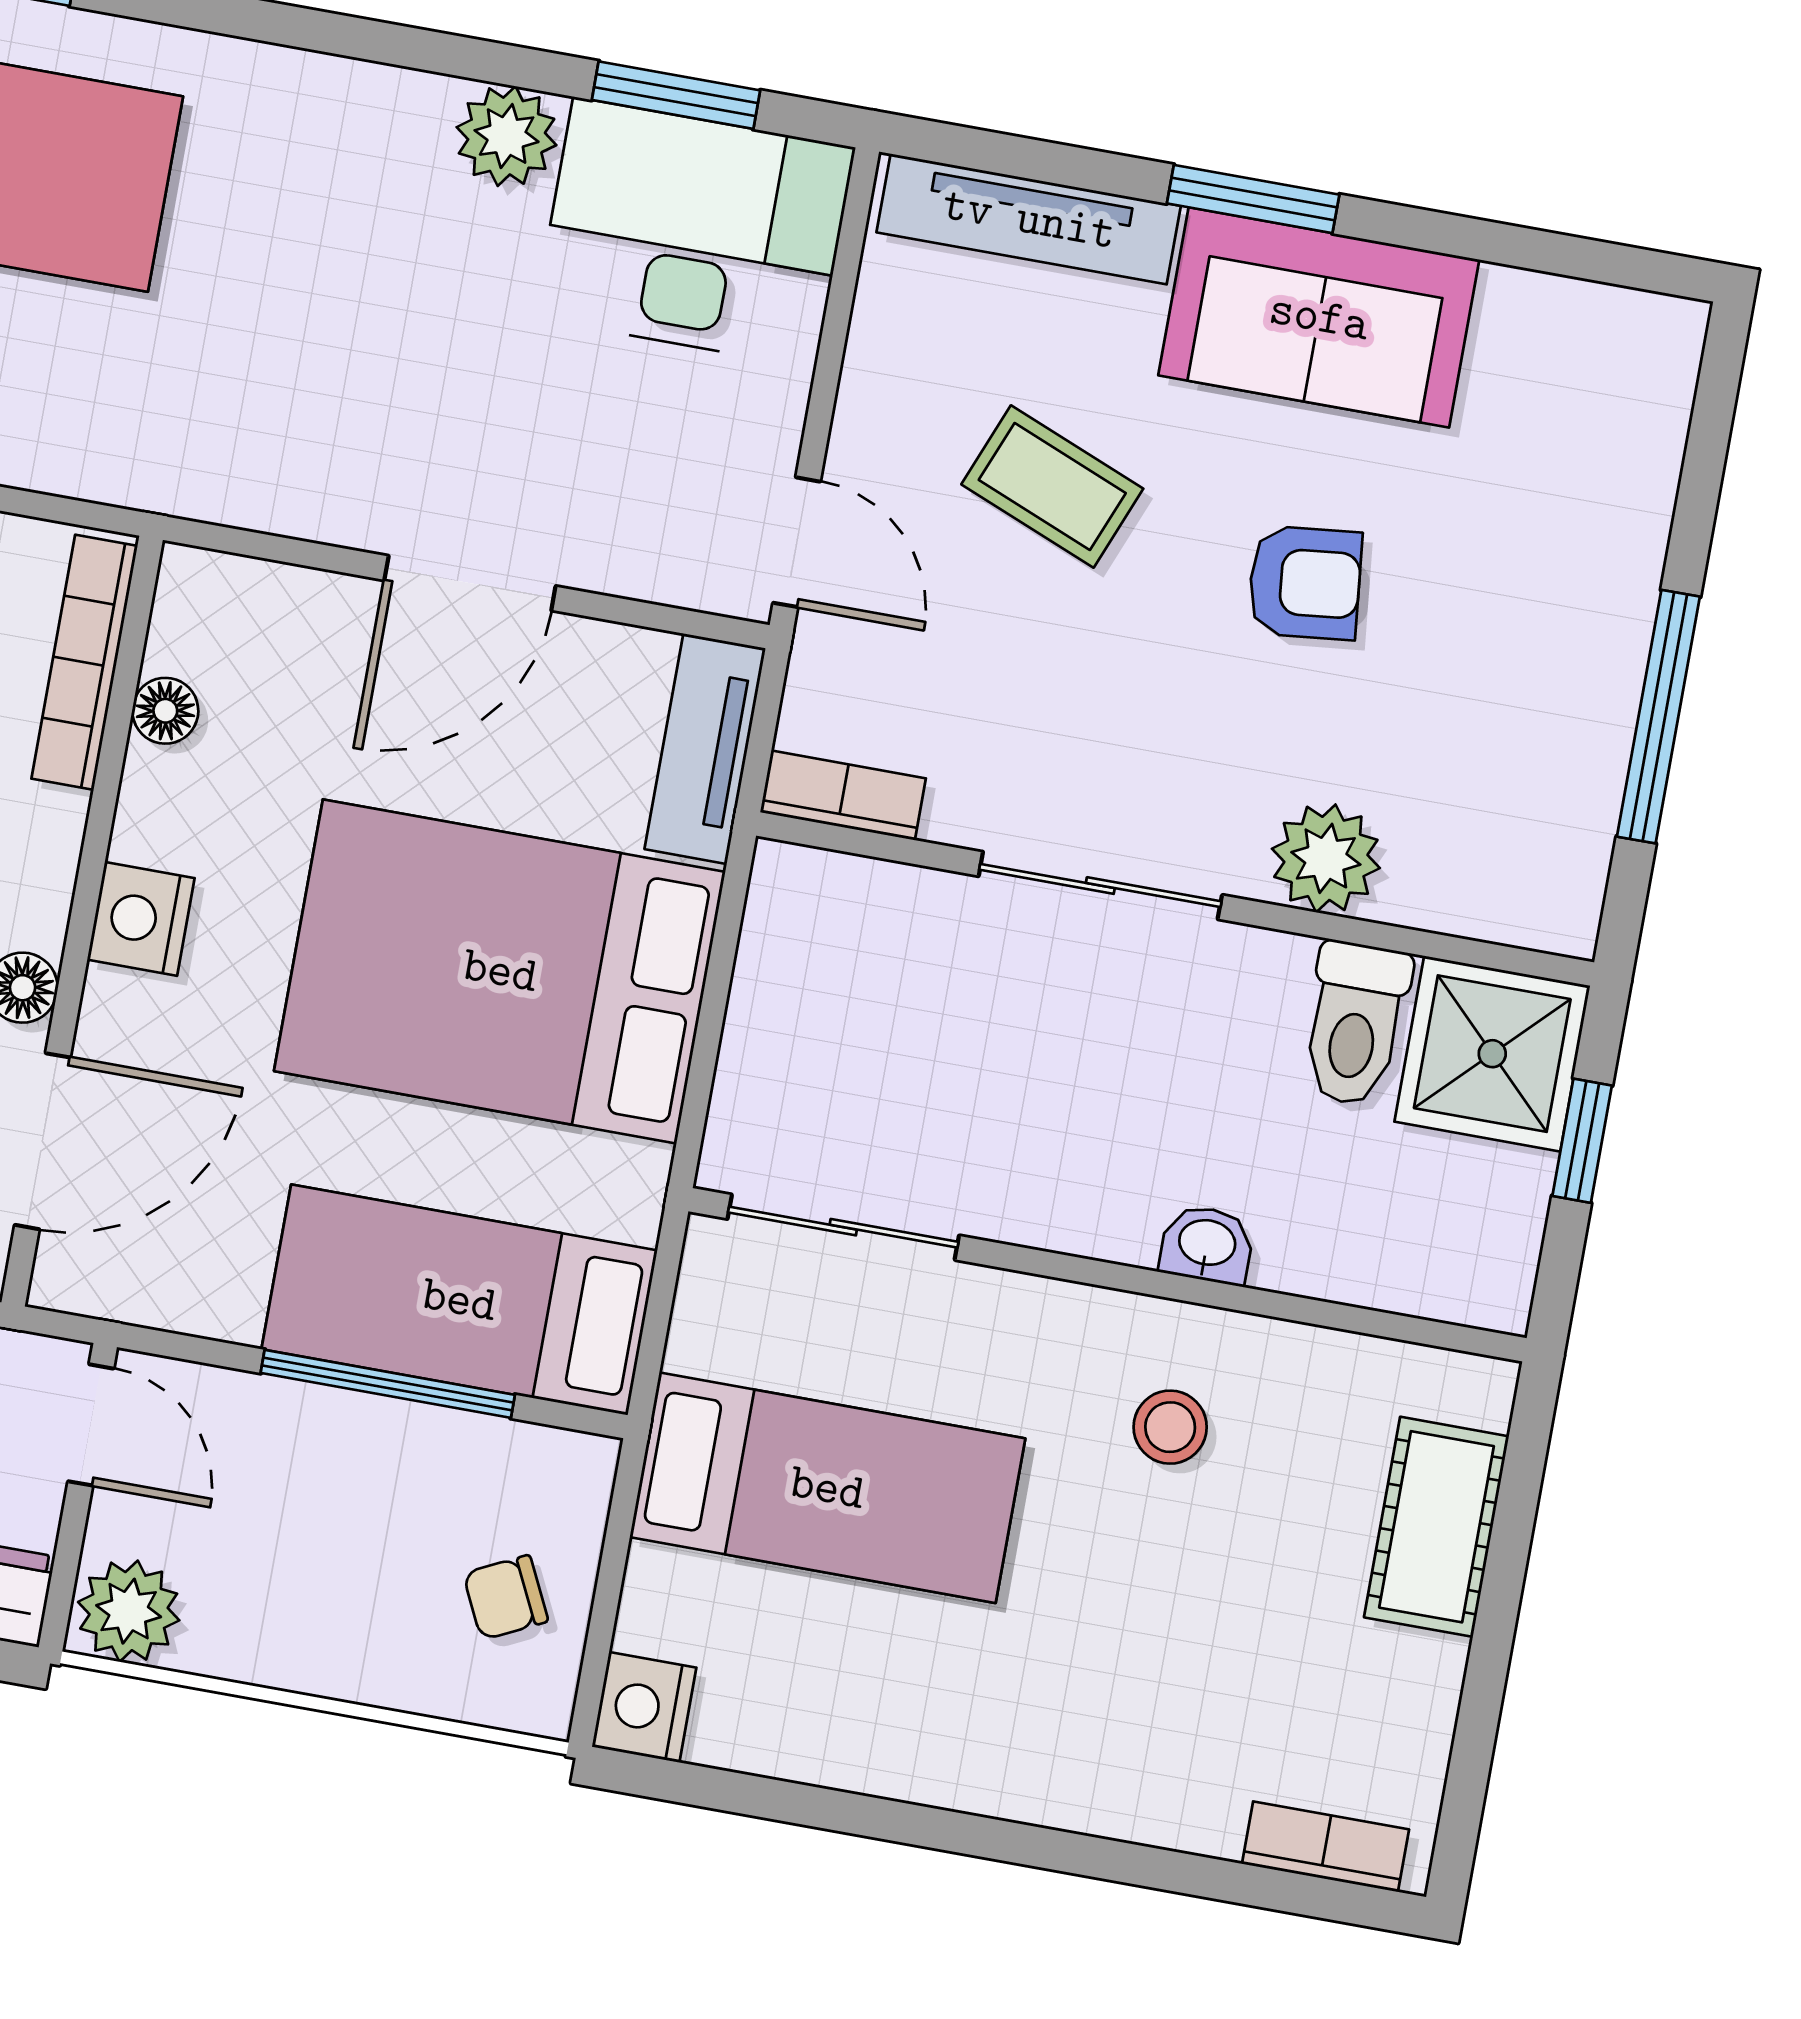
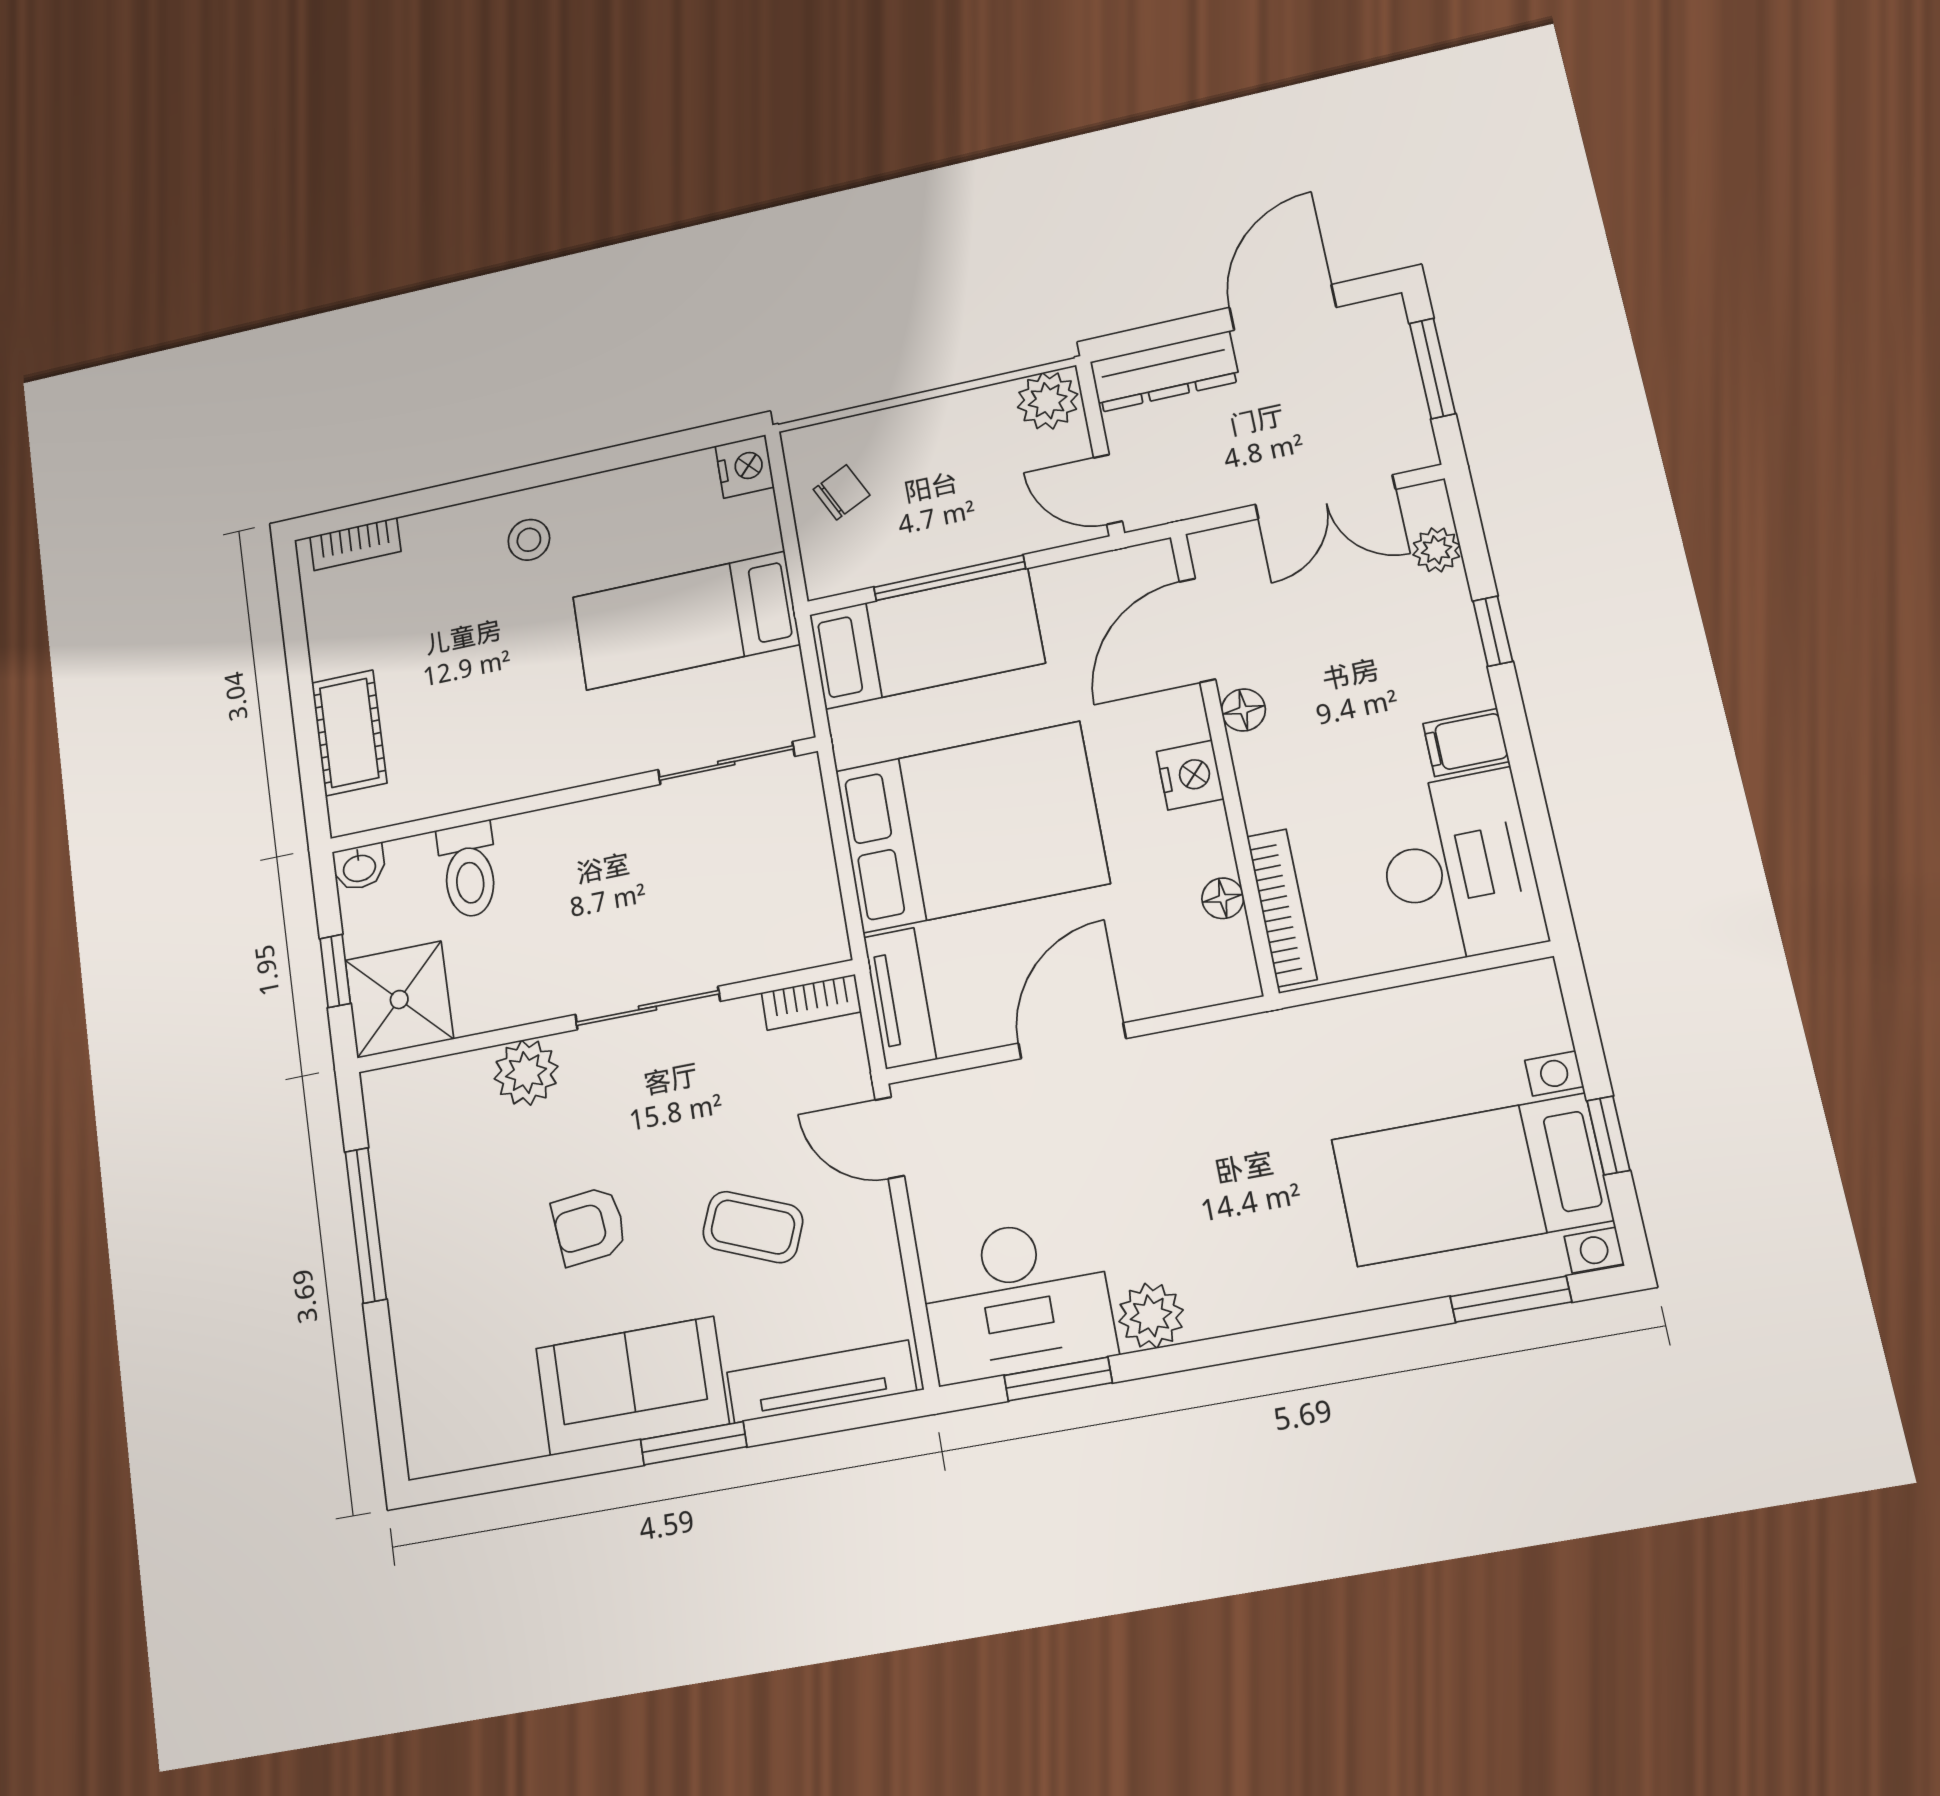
toilet: (1355, 1024) -> (469, 870), moved, turned 180
washbasin: (1207, 1245) -> (359, 867), moved
stool: (1170, 1427) -> (529, 540), moved

